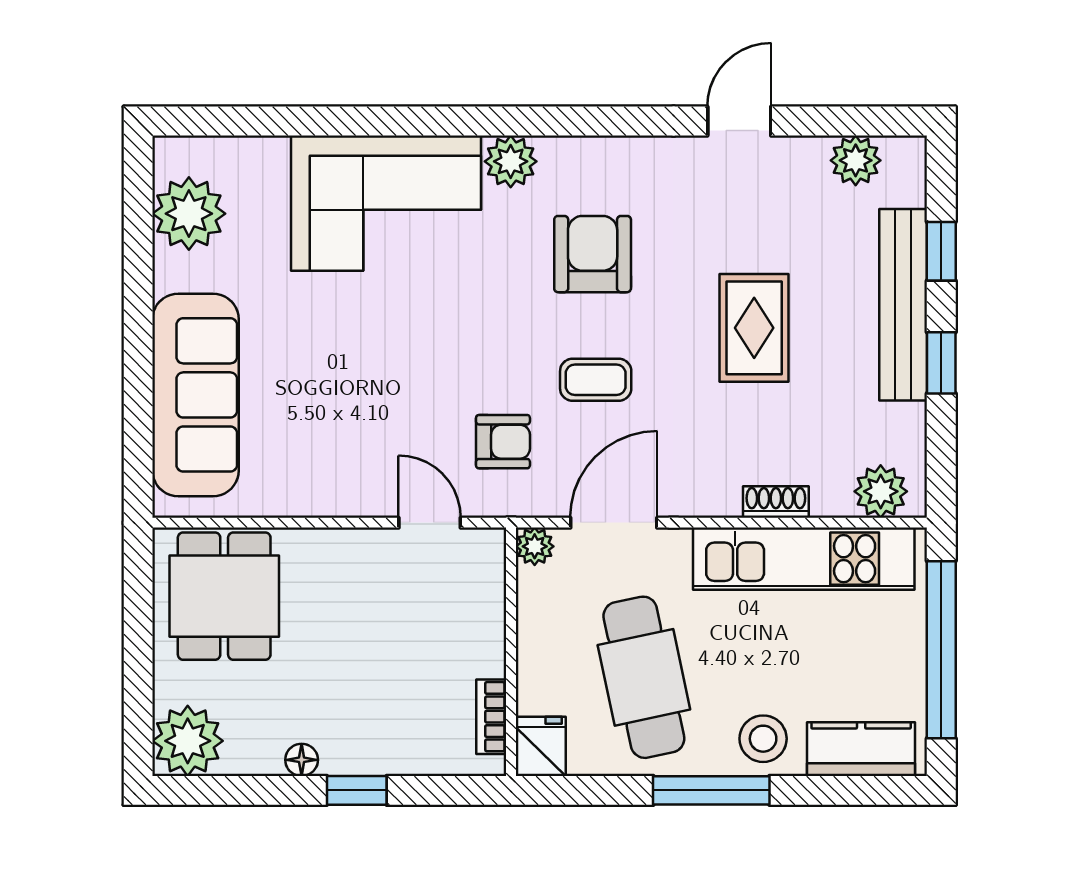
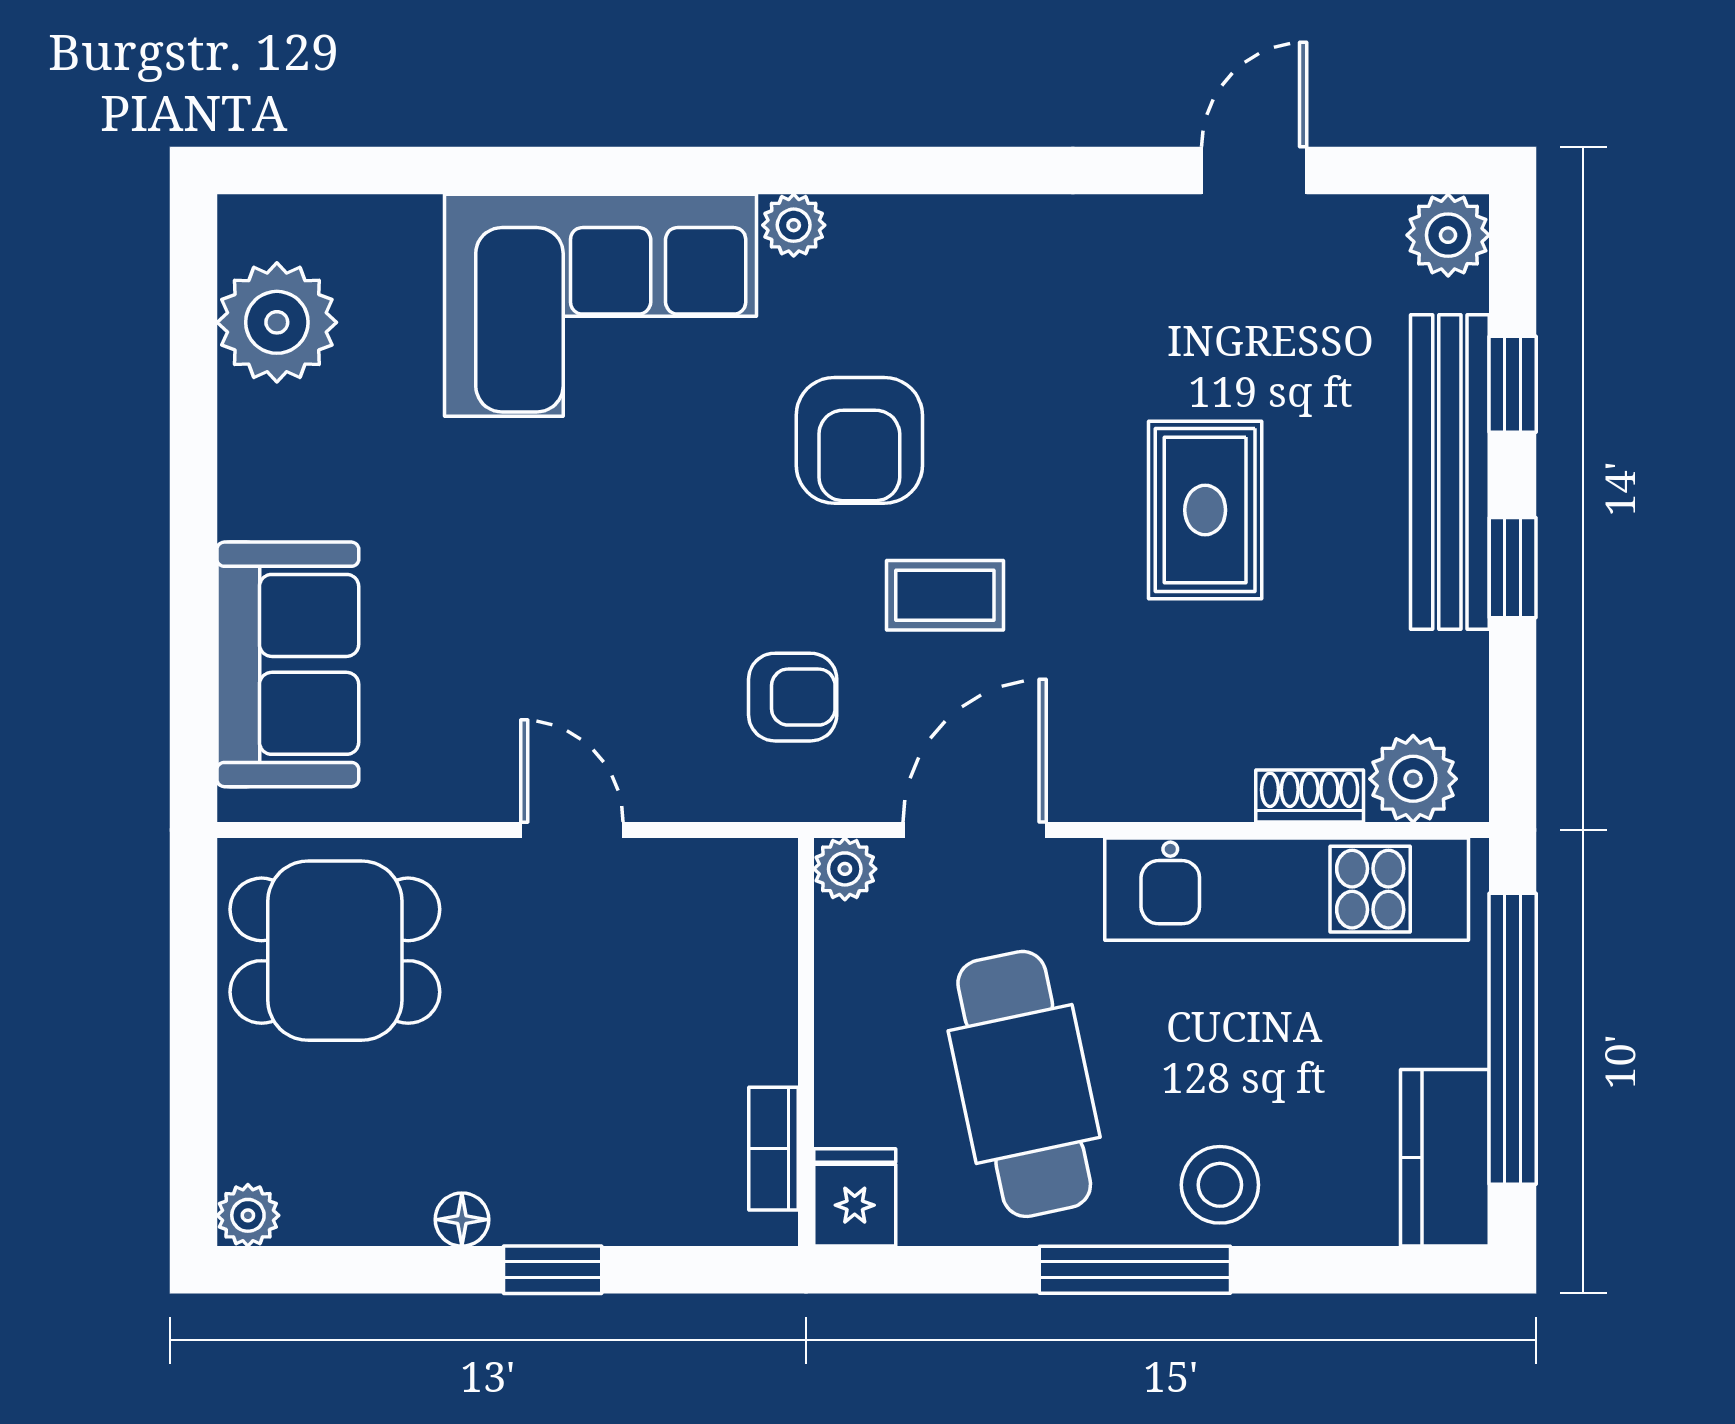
door: (739, 121) -> (1254, 171), moved
plant: (856, 160) -> (1448, 235), moved
plant: (511, 161) -> (794, 225), width x0.73, depth x0.73
armchair: (593, 254) -> (859, 440), moved, turned 180
sofa: (196, 395) -> (288, 664), width x0.73
shoe rack: (776, 502) -> (1310, 796), moved
door: (430, 523) -> (572, 830), moved
dining table: (224, 596) -> (335, 951), turned 90
plant: (188, 741) -> (248, 1215), width x0.53, depth x0.53
kitchen counter: (861, 749) -> (1445, 1158), moved, turned -90

